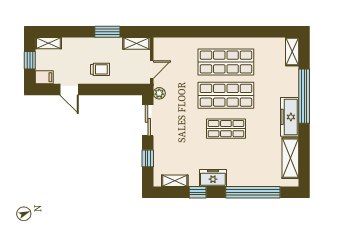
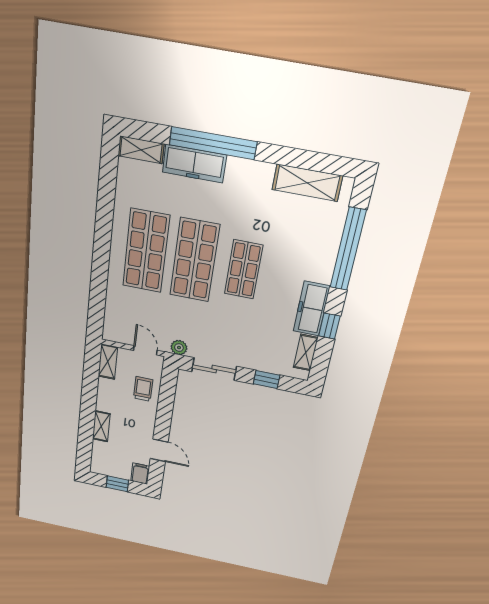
window: (107, 32) -> (89, 393), removed
shelving: (48, 43) -> (101, 426), moved
trolley: (100, 69) -> (143, 389), moved
door: (69, 89) -> (159, 450), hinge flipped
freezer: (290, 117) -> (194, 164), moved
freezer: (213, 178) -> (312, 309), width x1.40

